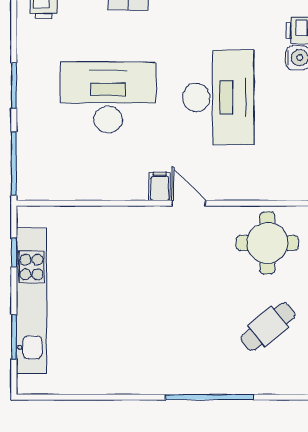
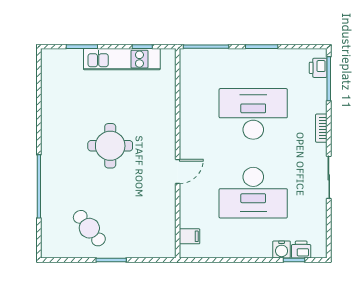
desk: (108, 97) -> (253, 114), turned -90
filing cabinet: (160, 186) -> (190, 236), moved
round table: (267, 243) -> (110, 146), moved
kitchen unit: (32, 301) -> (122, 59), width x0.73

